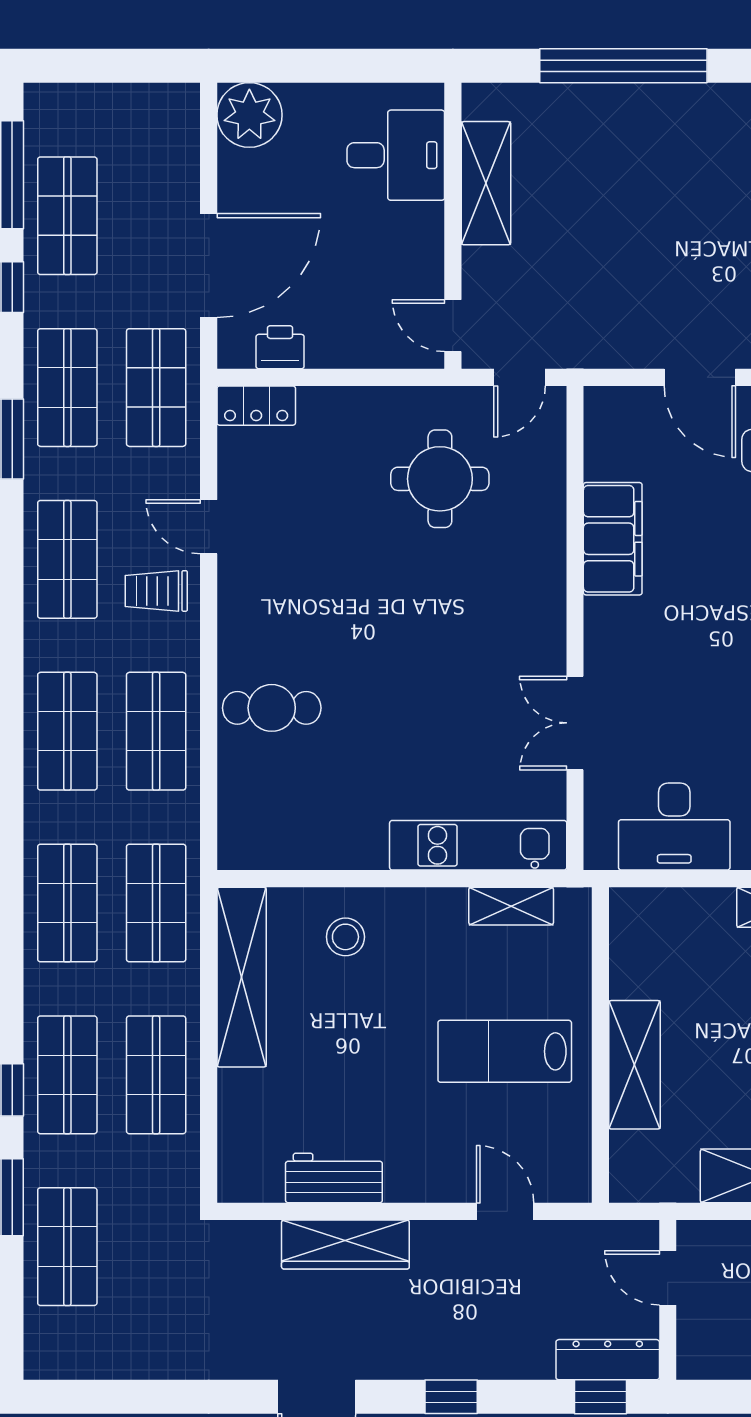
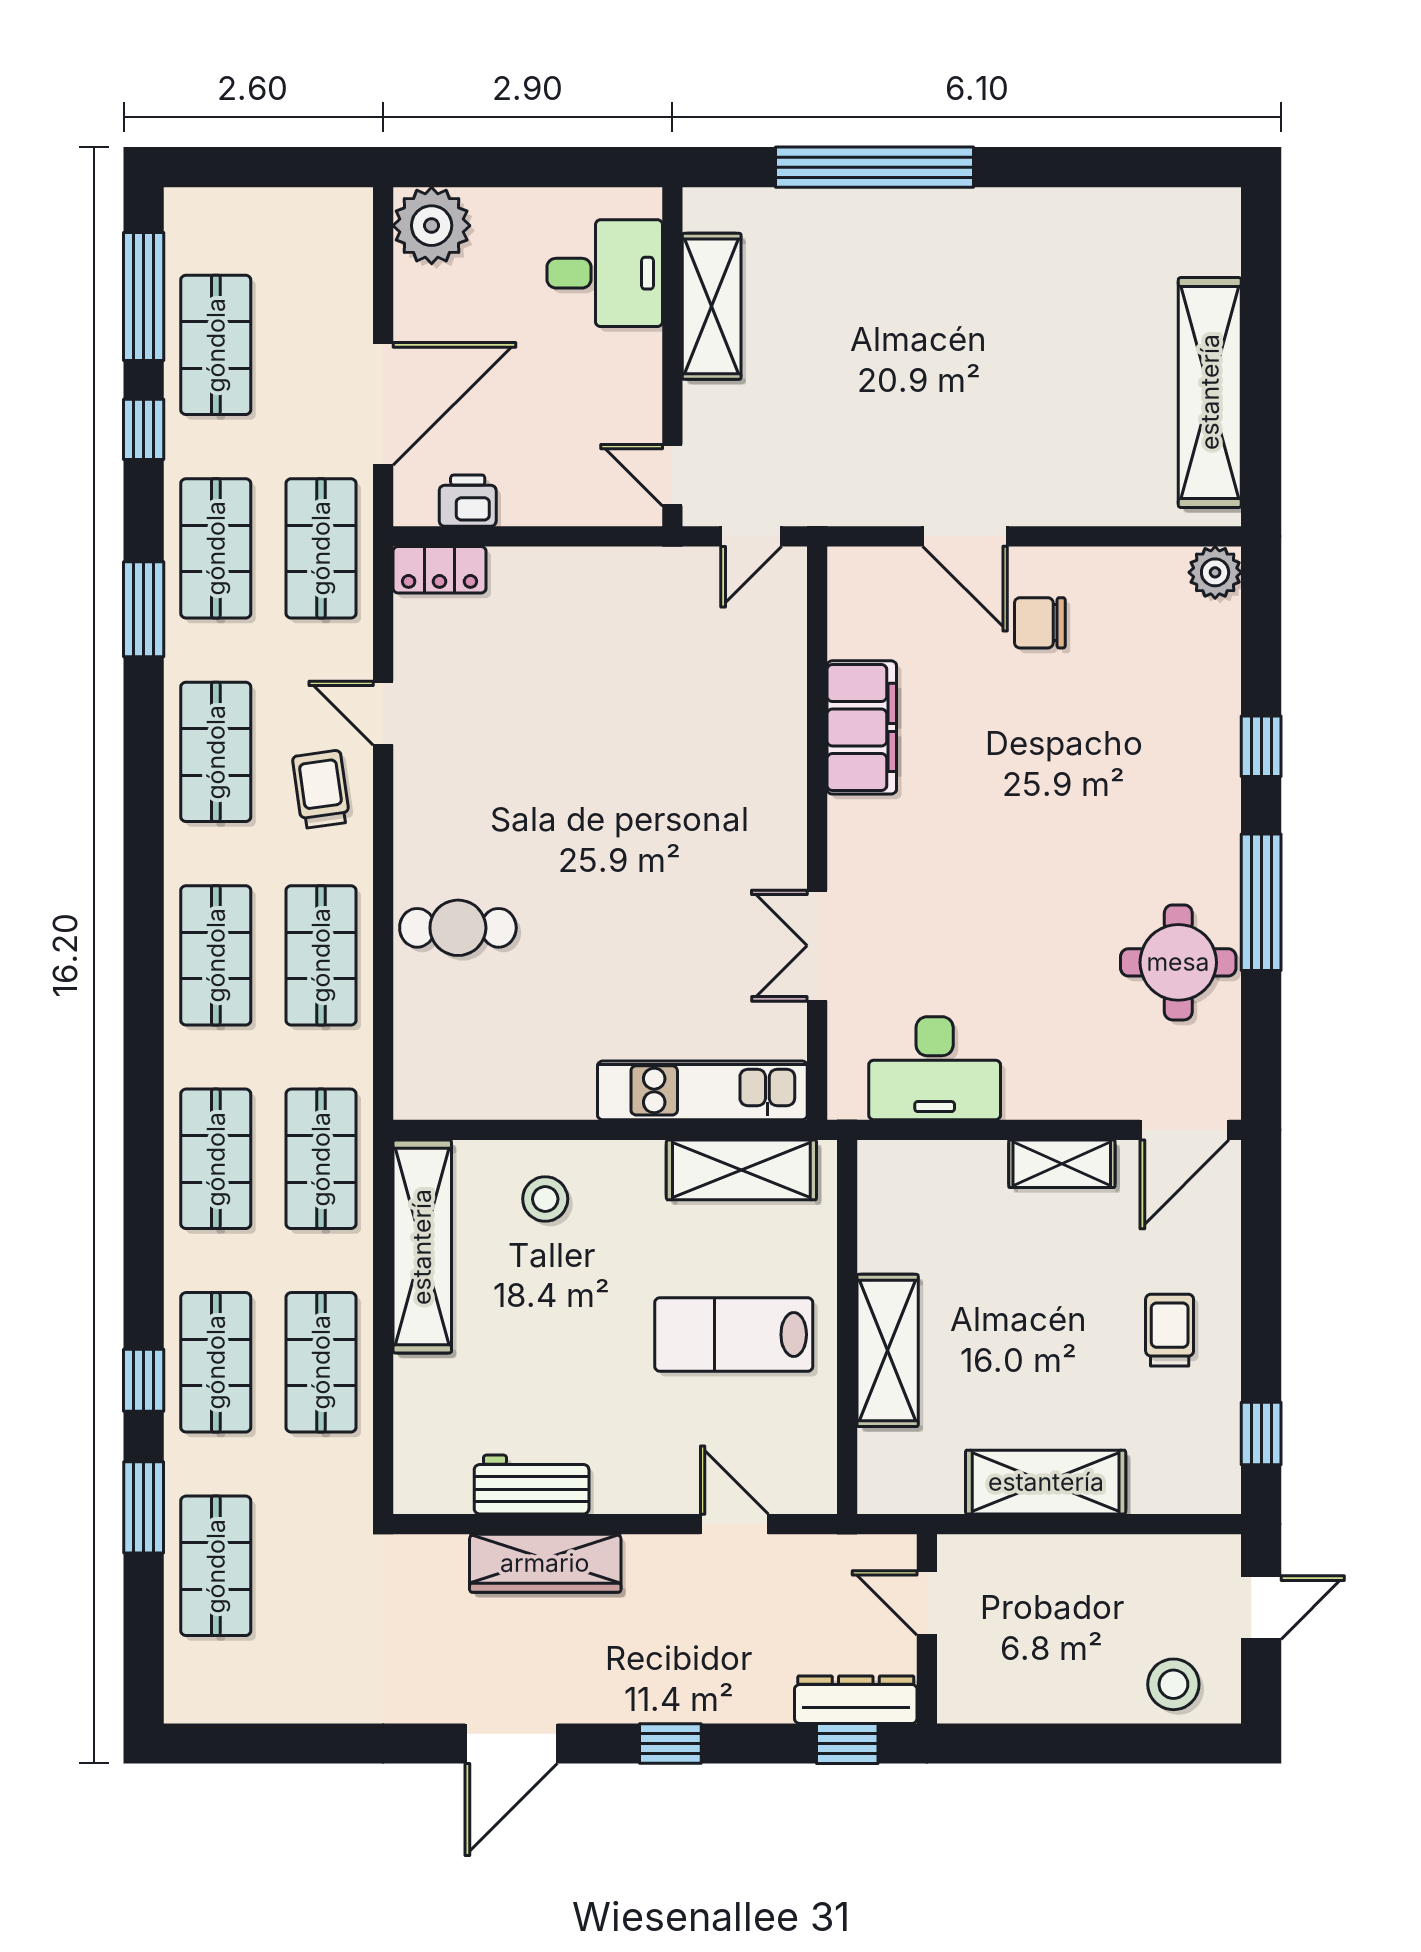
round table: (440, 479) -> (657, 656), removed
trolley: (156, 591) -> (321, 789), turned 82
shelving: (511, 906) -> (741, 1170), width x1.50, depth x1.33

